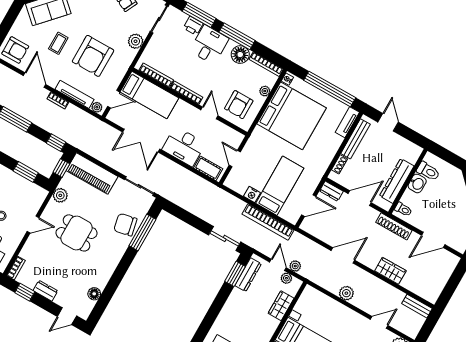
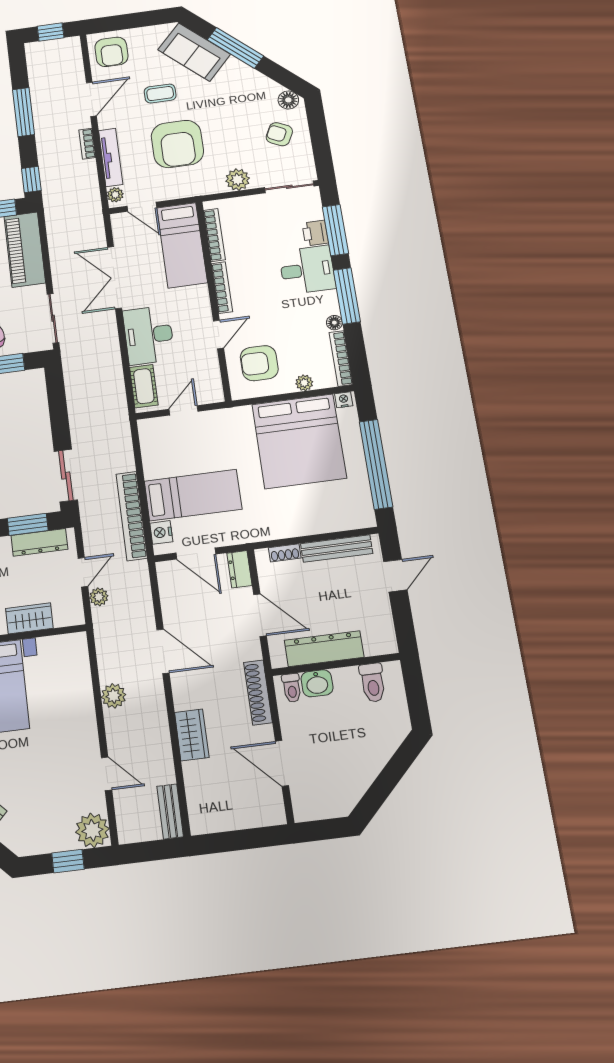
floor lamp: (240, 55) -> (334, 323), width x0.53, depth x0.53
armchair: (93, 56) -> (177, 144), turned -90
tv unit: (347, 122) -> (350, 521), removed
washbasin: (417, 183) -> (317, 683), moved
nightstand: (252, 194) -> (161, 532), moved
plant: (286, 278) -> (73, 597), removed

